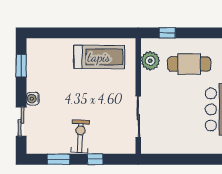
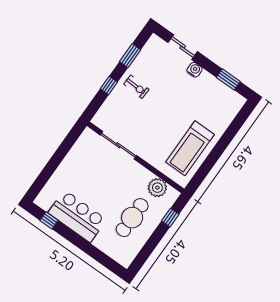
exercise bike: (80, 136) -> (136, 87), width x0.73, depth x0.72

